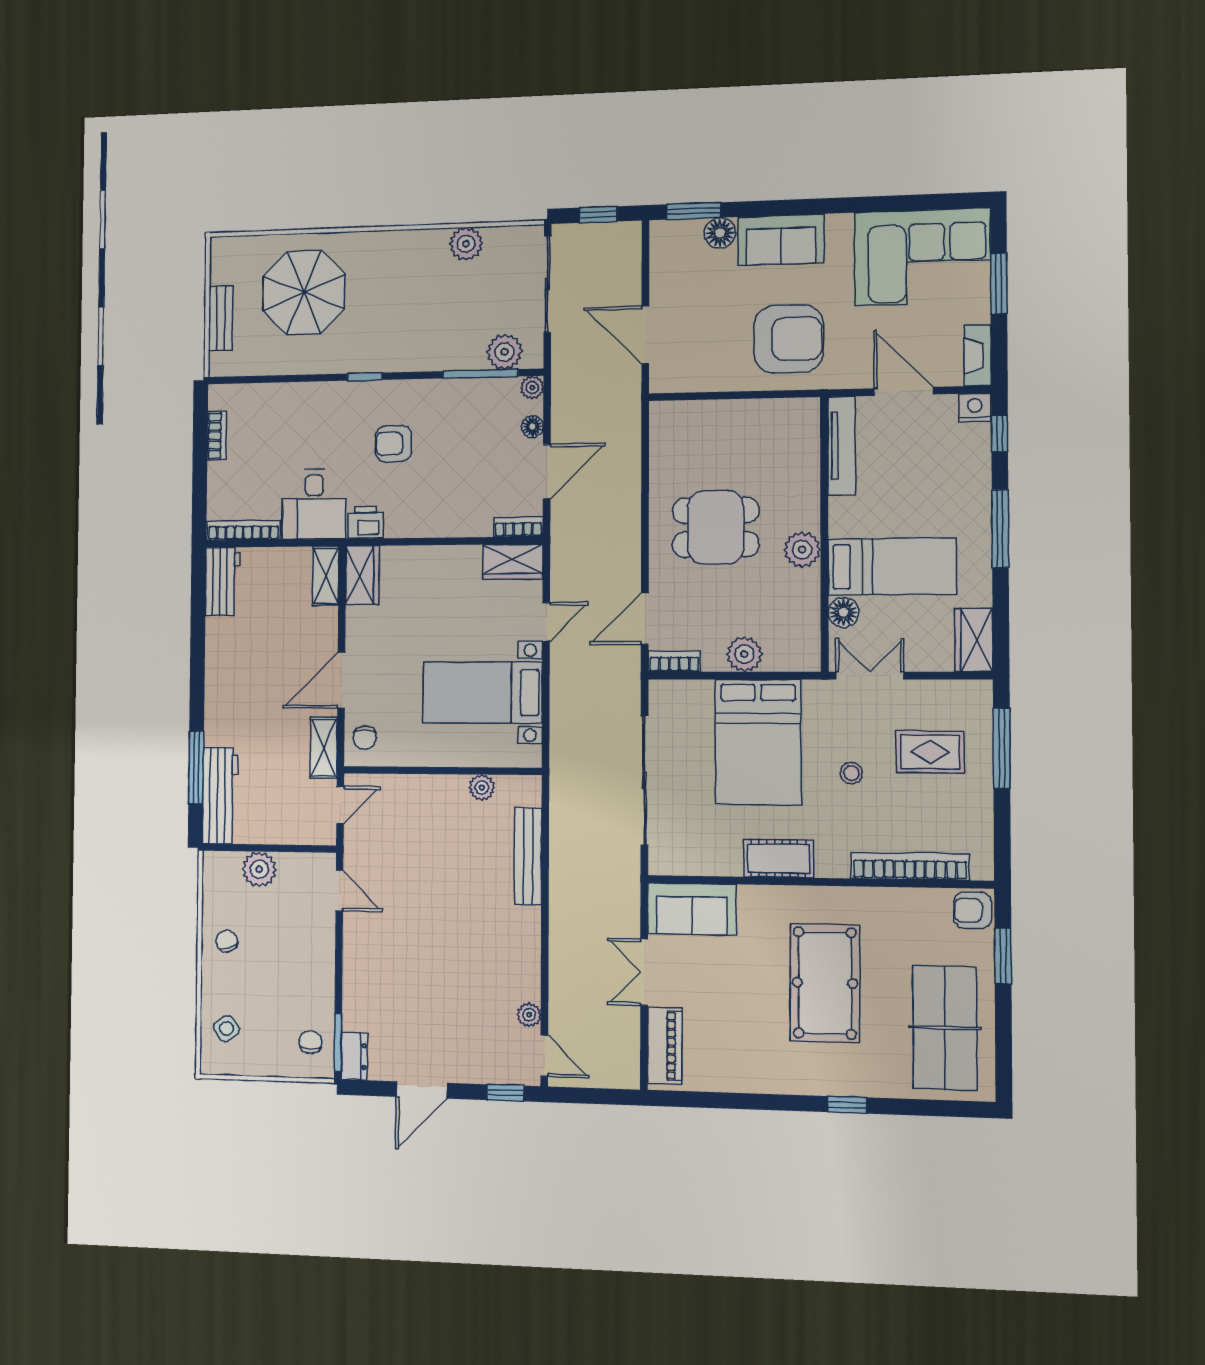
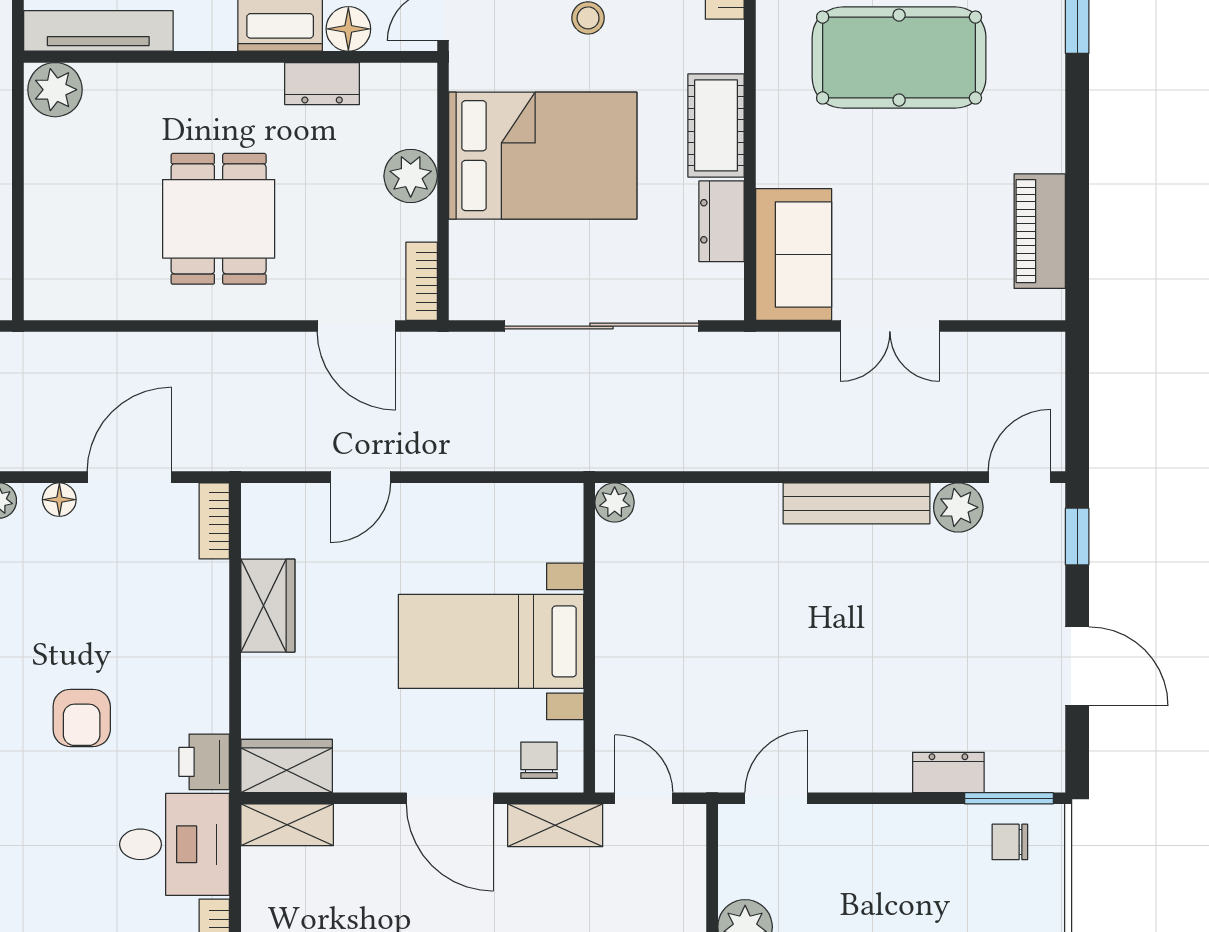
door: (547, 471) -> (129, 477), hinge flipped
plant: (802, 550) -> (55, 90), moved
wardrobe: (513, 562) -> (268, 606), moved
dresser: (806, 595) -> (322, 84), added
door: (546, 622) -> (361, 477), swing flipped
bed with nightstands: (482, 692) -> (491, 641), moved, turned 90
chair: (365, 737) -> (539, 760), turned -90
plant: (482, 787) -> (615, 502), moved
bench: (528, 856) -> (857, 503), moved
dresser: (714, 861) -> (722, 221), added
plant: (529, 1015) -> (958, 507), width x1.38, depth x1.38
piano: (665, 1046) -> (1040, 231), moved, turned -90
dresser: (354, 1056) -> (948, 772), moved

